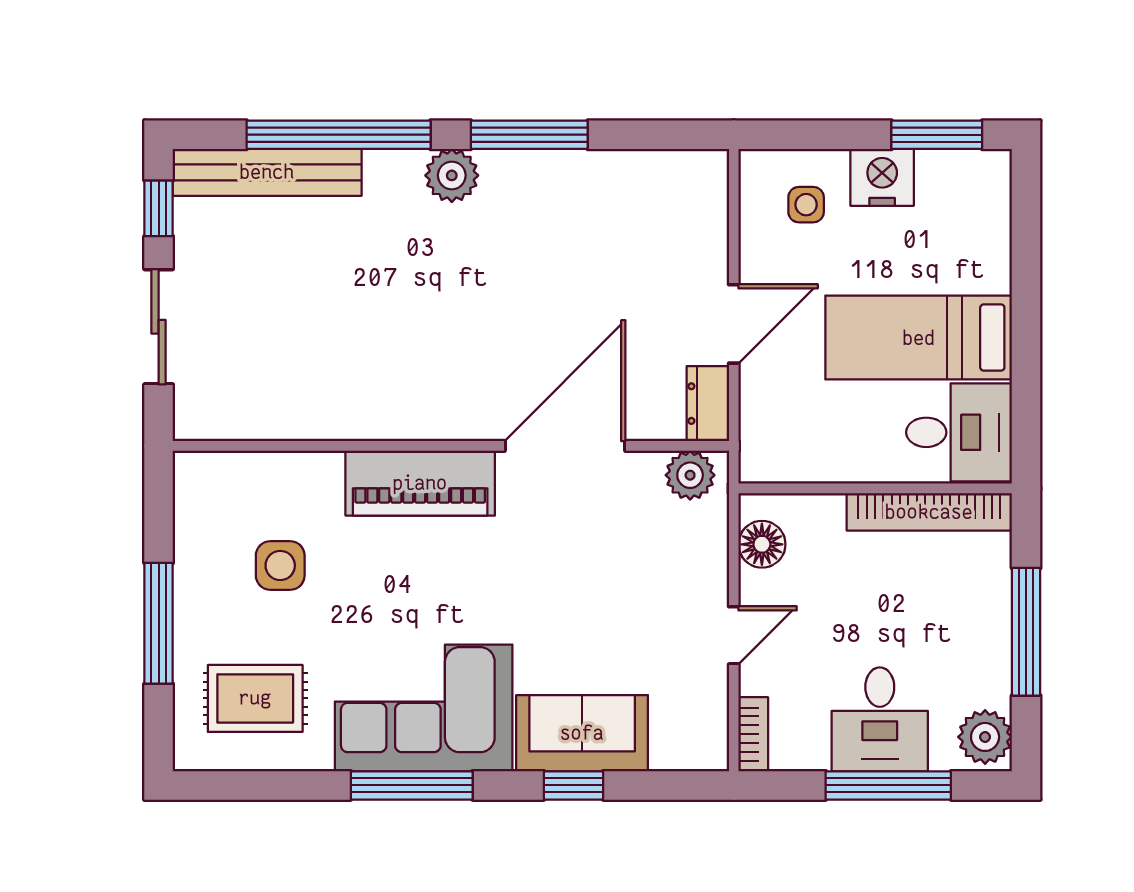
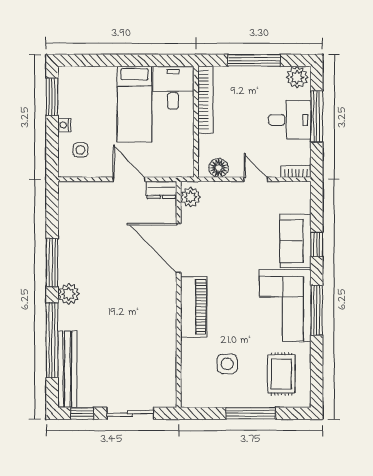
nightstand: (882, 177) -> (64, 125), width x0.53, depth x0.56

